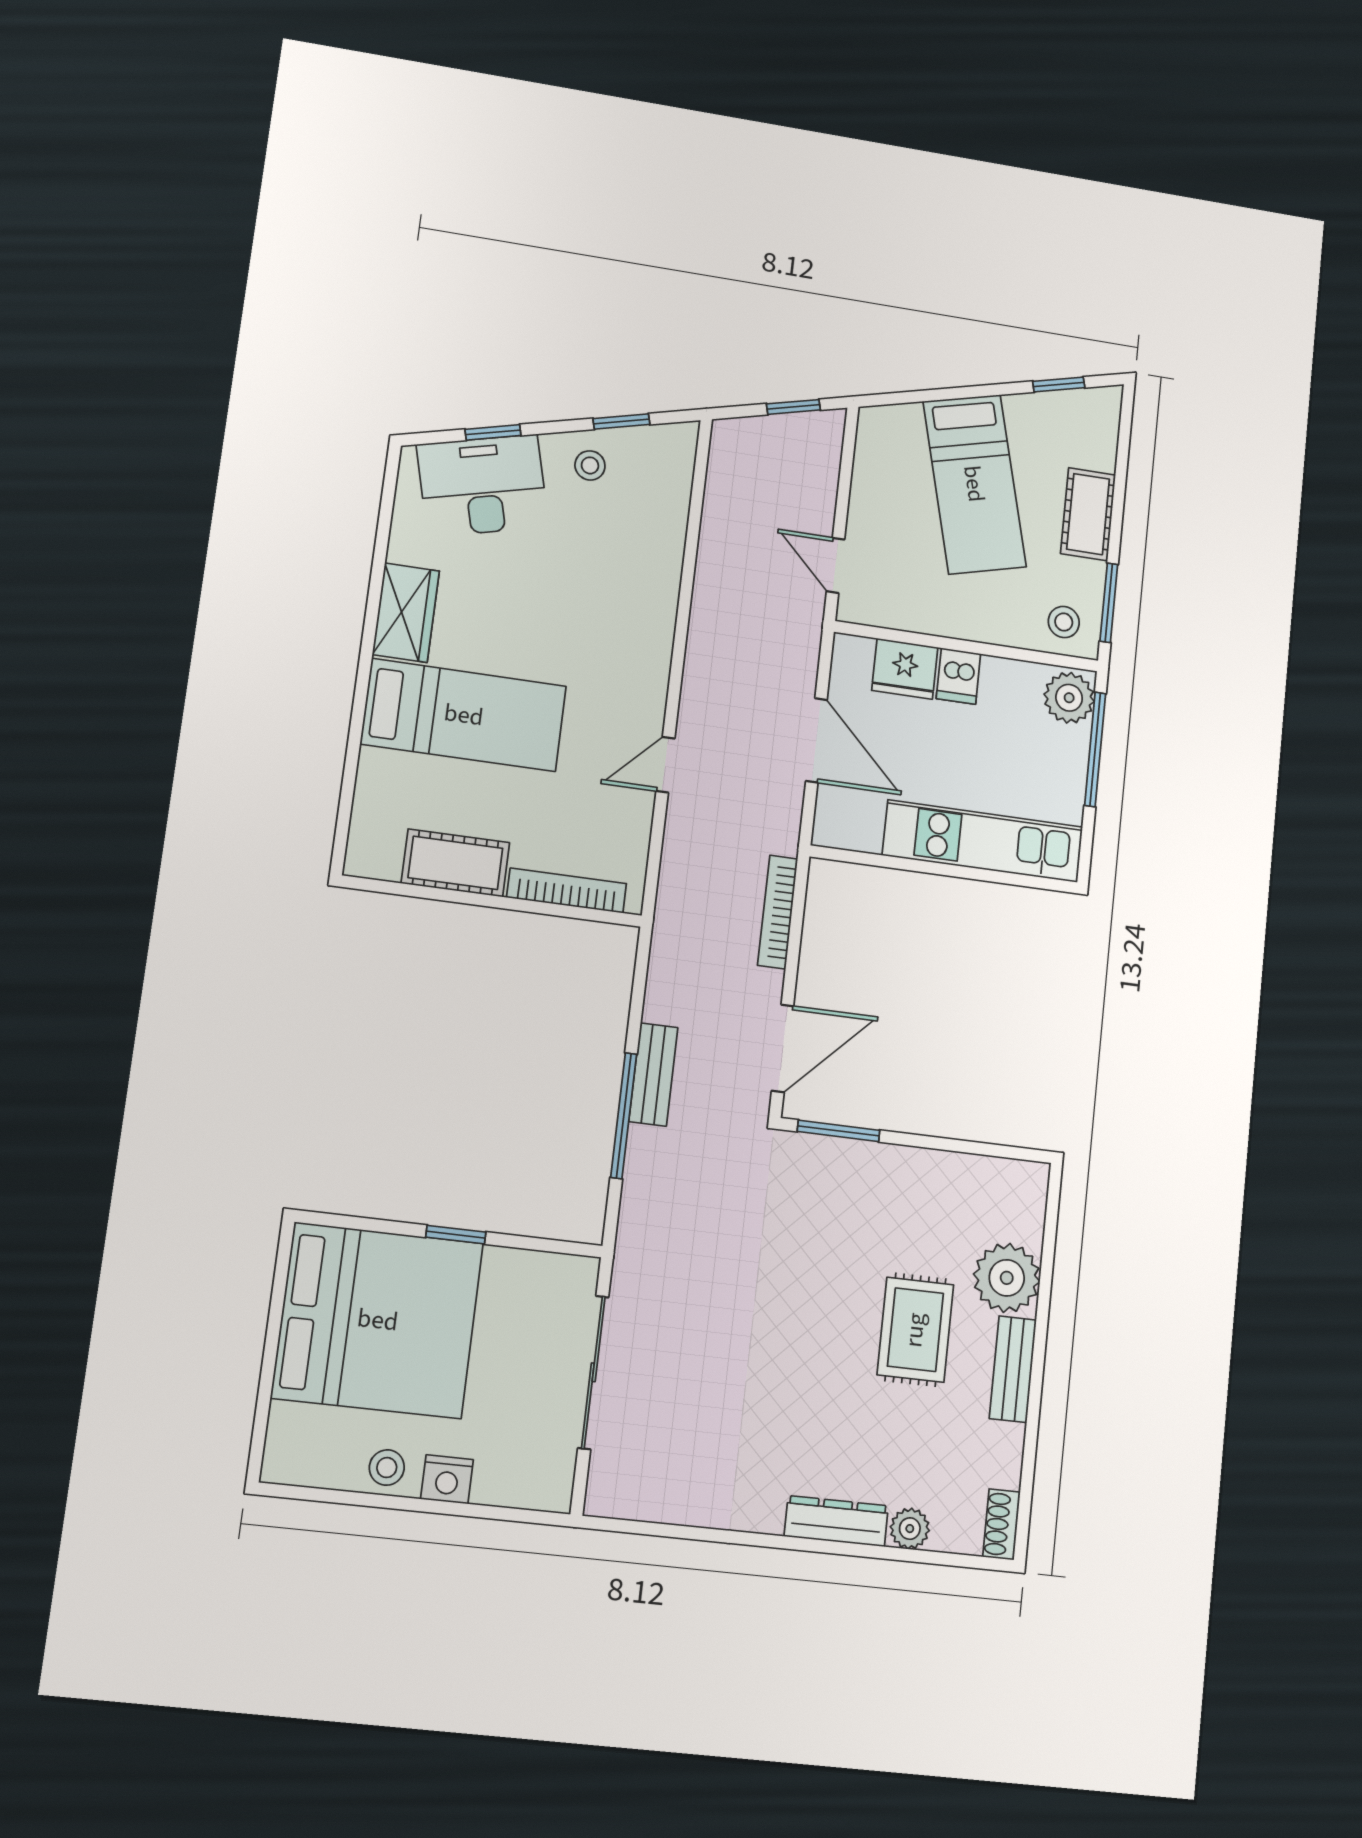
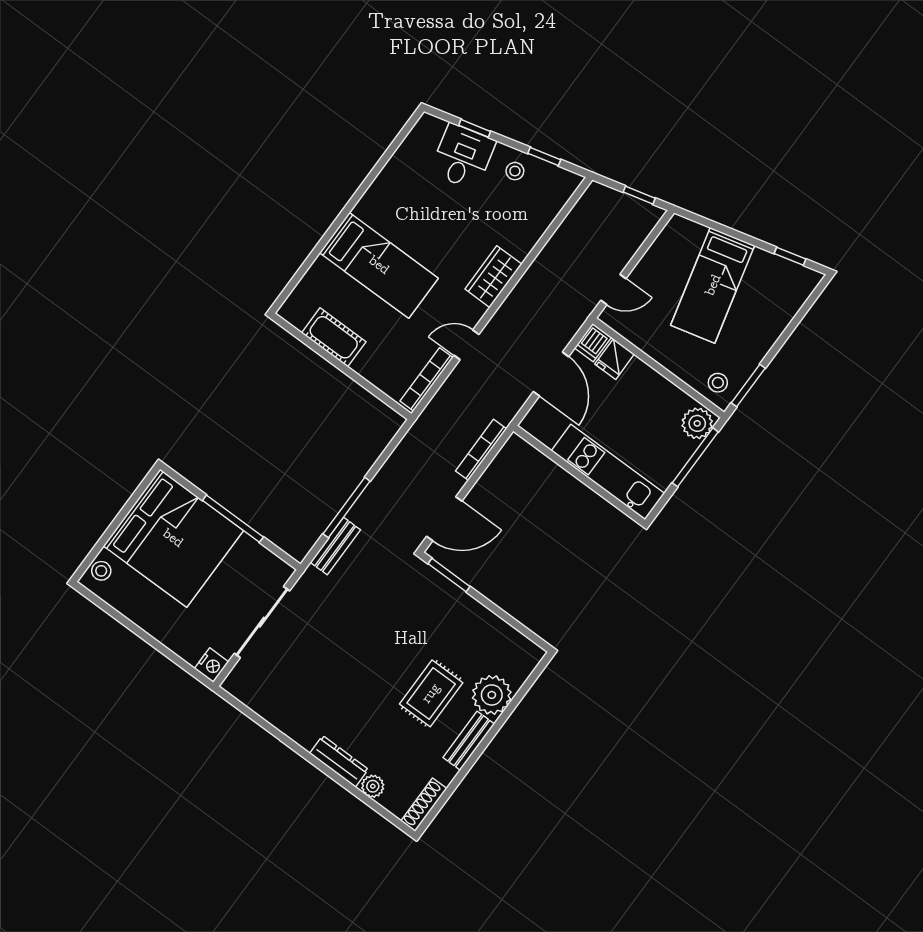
desk: (483, 485) -> (463, 157), width x0.73
cot: (1088, 514) -> (765, 333), removed
door: (836, 565) -> (613, 289), swing flipped
wardrobe: (406, 613) -> (493, 277), moved, turned 180
fridge: (905, 669) -> (615, 359), width x0.72
dishwasher: (958, 676) -> (593, 343), moved
bookcase: (567, 891) -> (426, 379), moved, turned -90
bench: (653, 1074) -> (335, 546), moved
window: (456, 1235) -> (233, 519), width x2.17
stool: (387, 1468) -> (101, 571), moved
nightstand: (447, 1479) -> (211, 665), moved, turned -90
shoe rack: (1002, 1524) -> (424, 805), width x1.43

